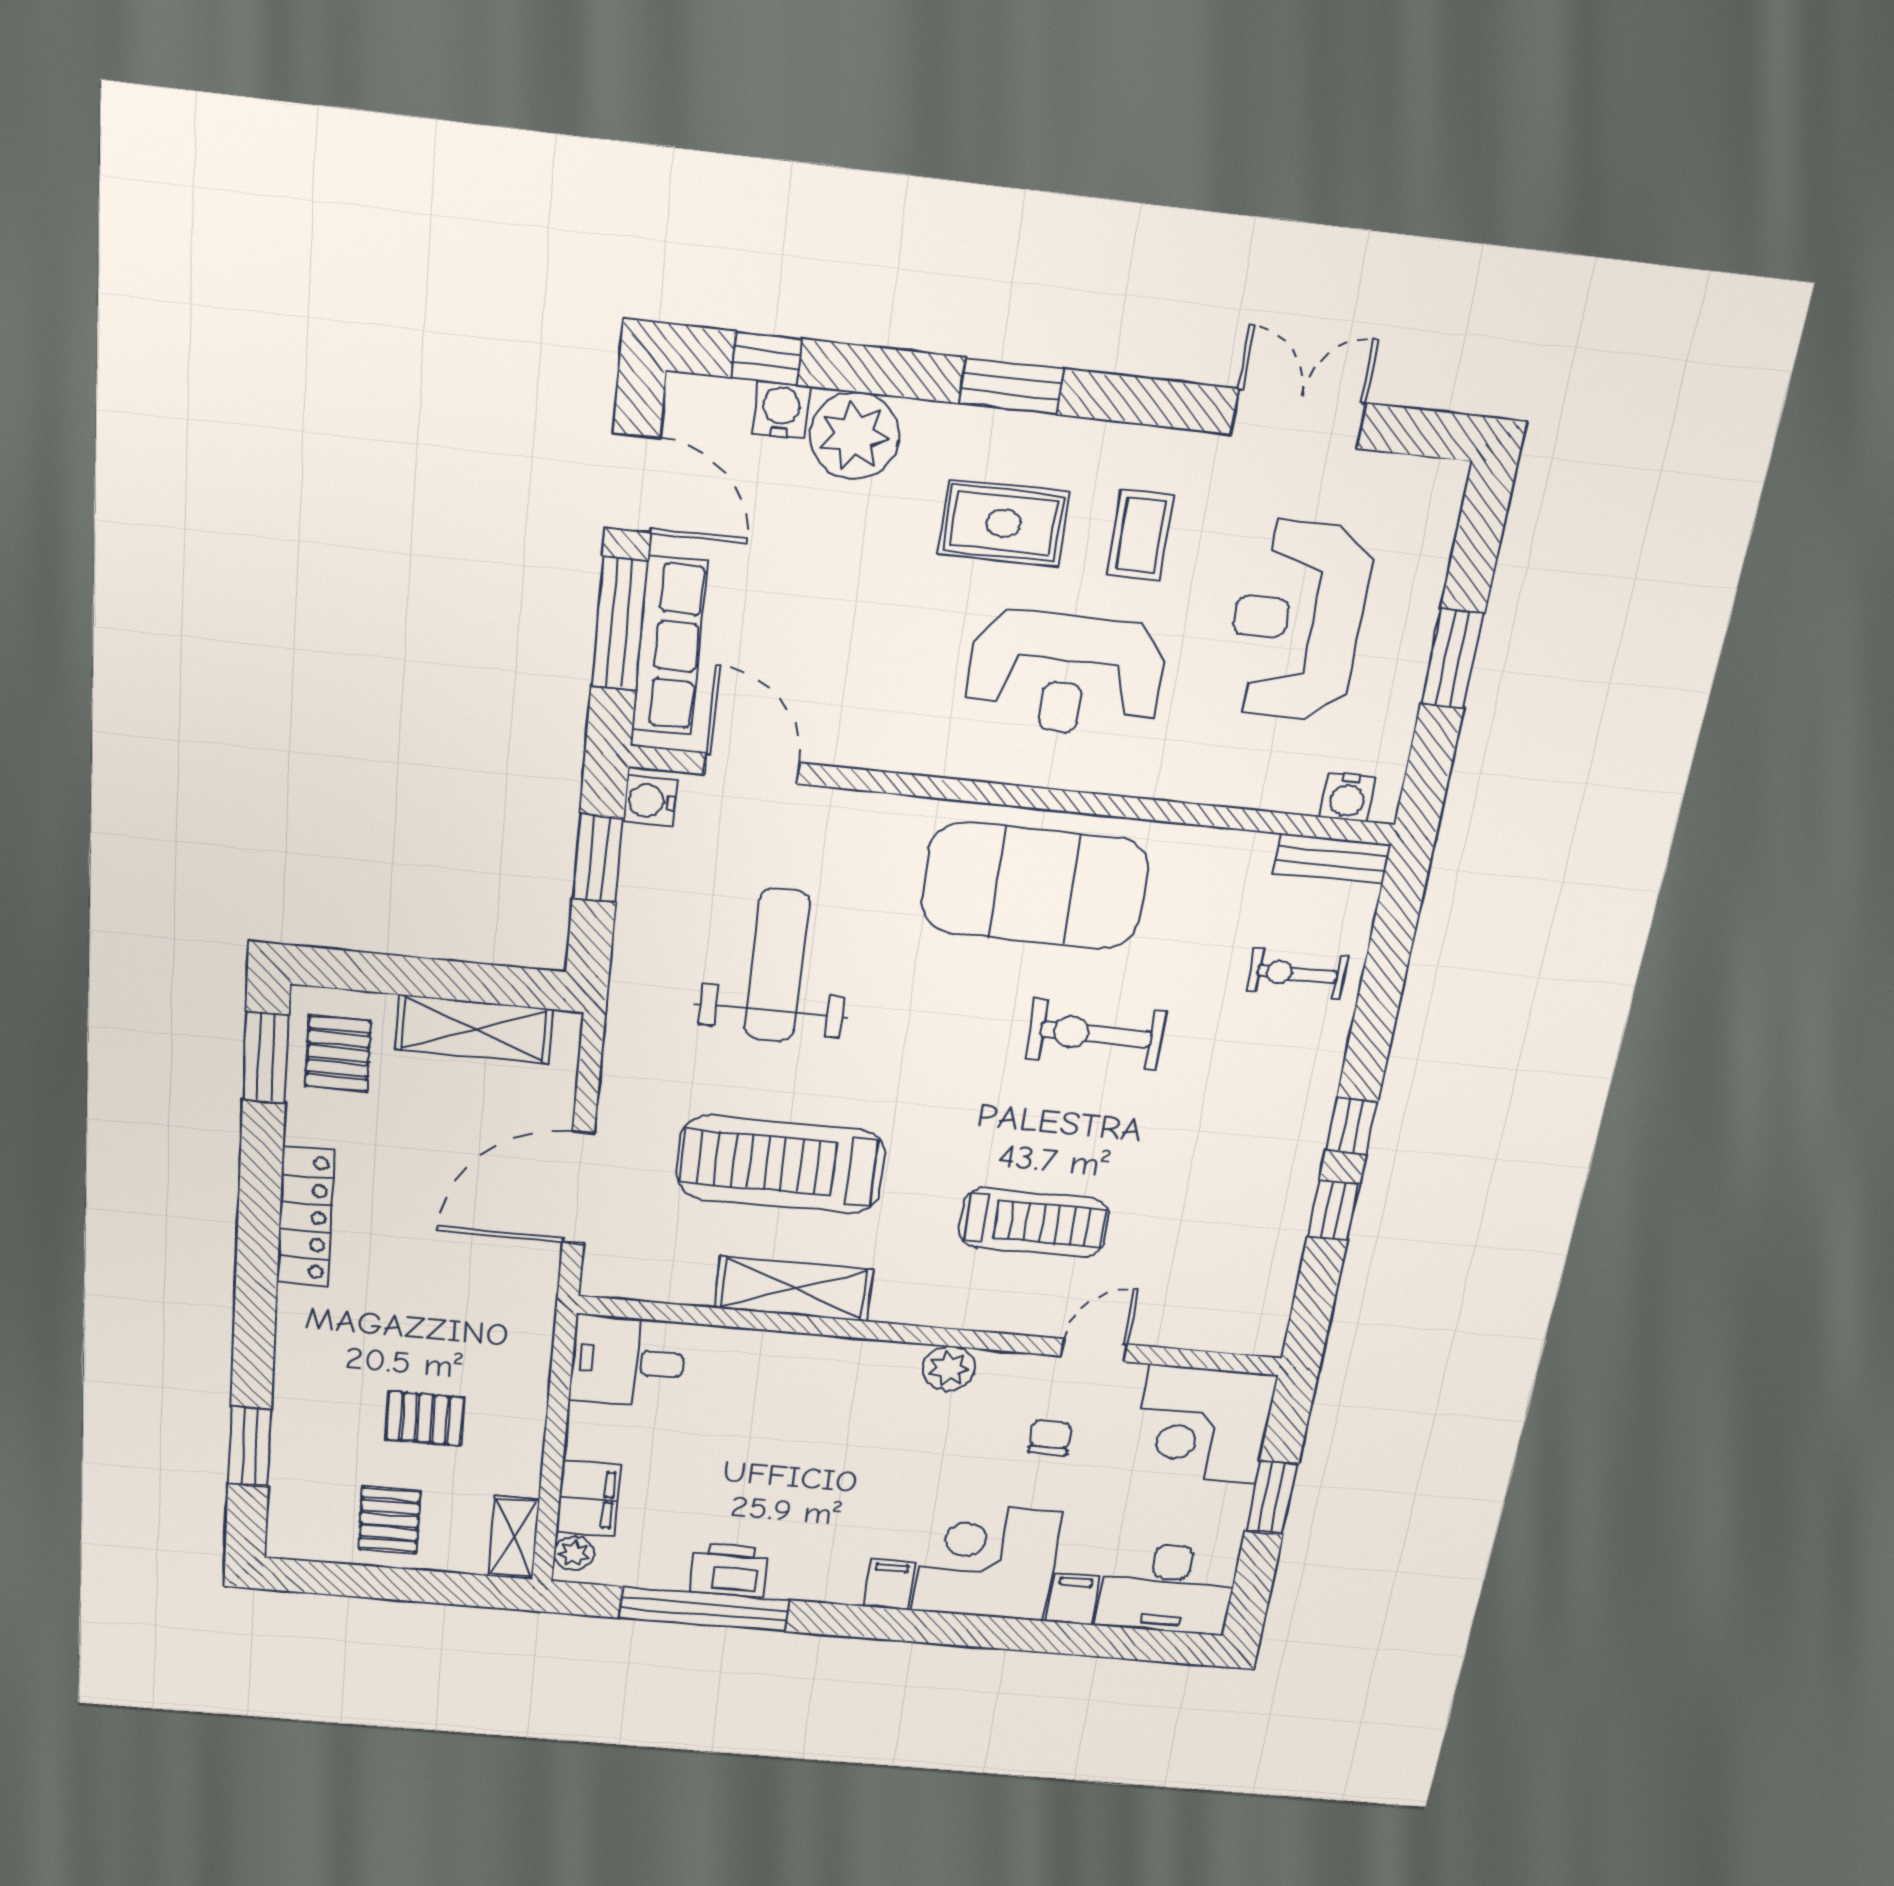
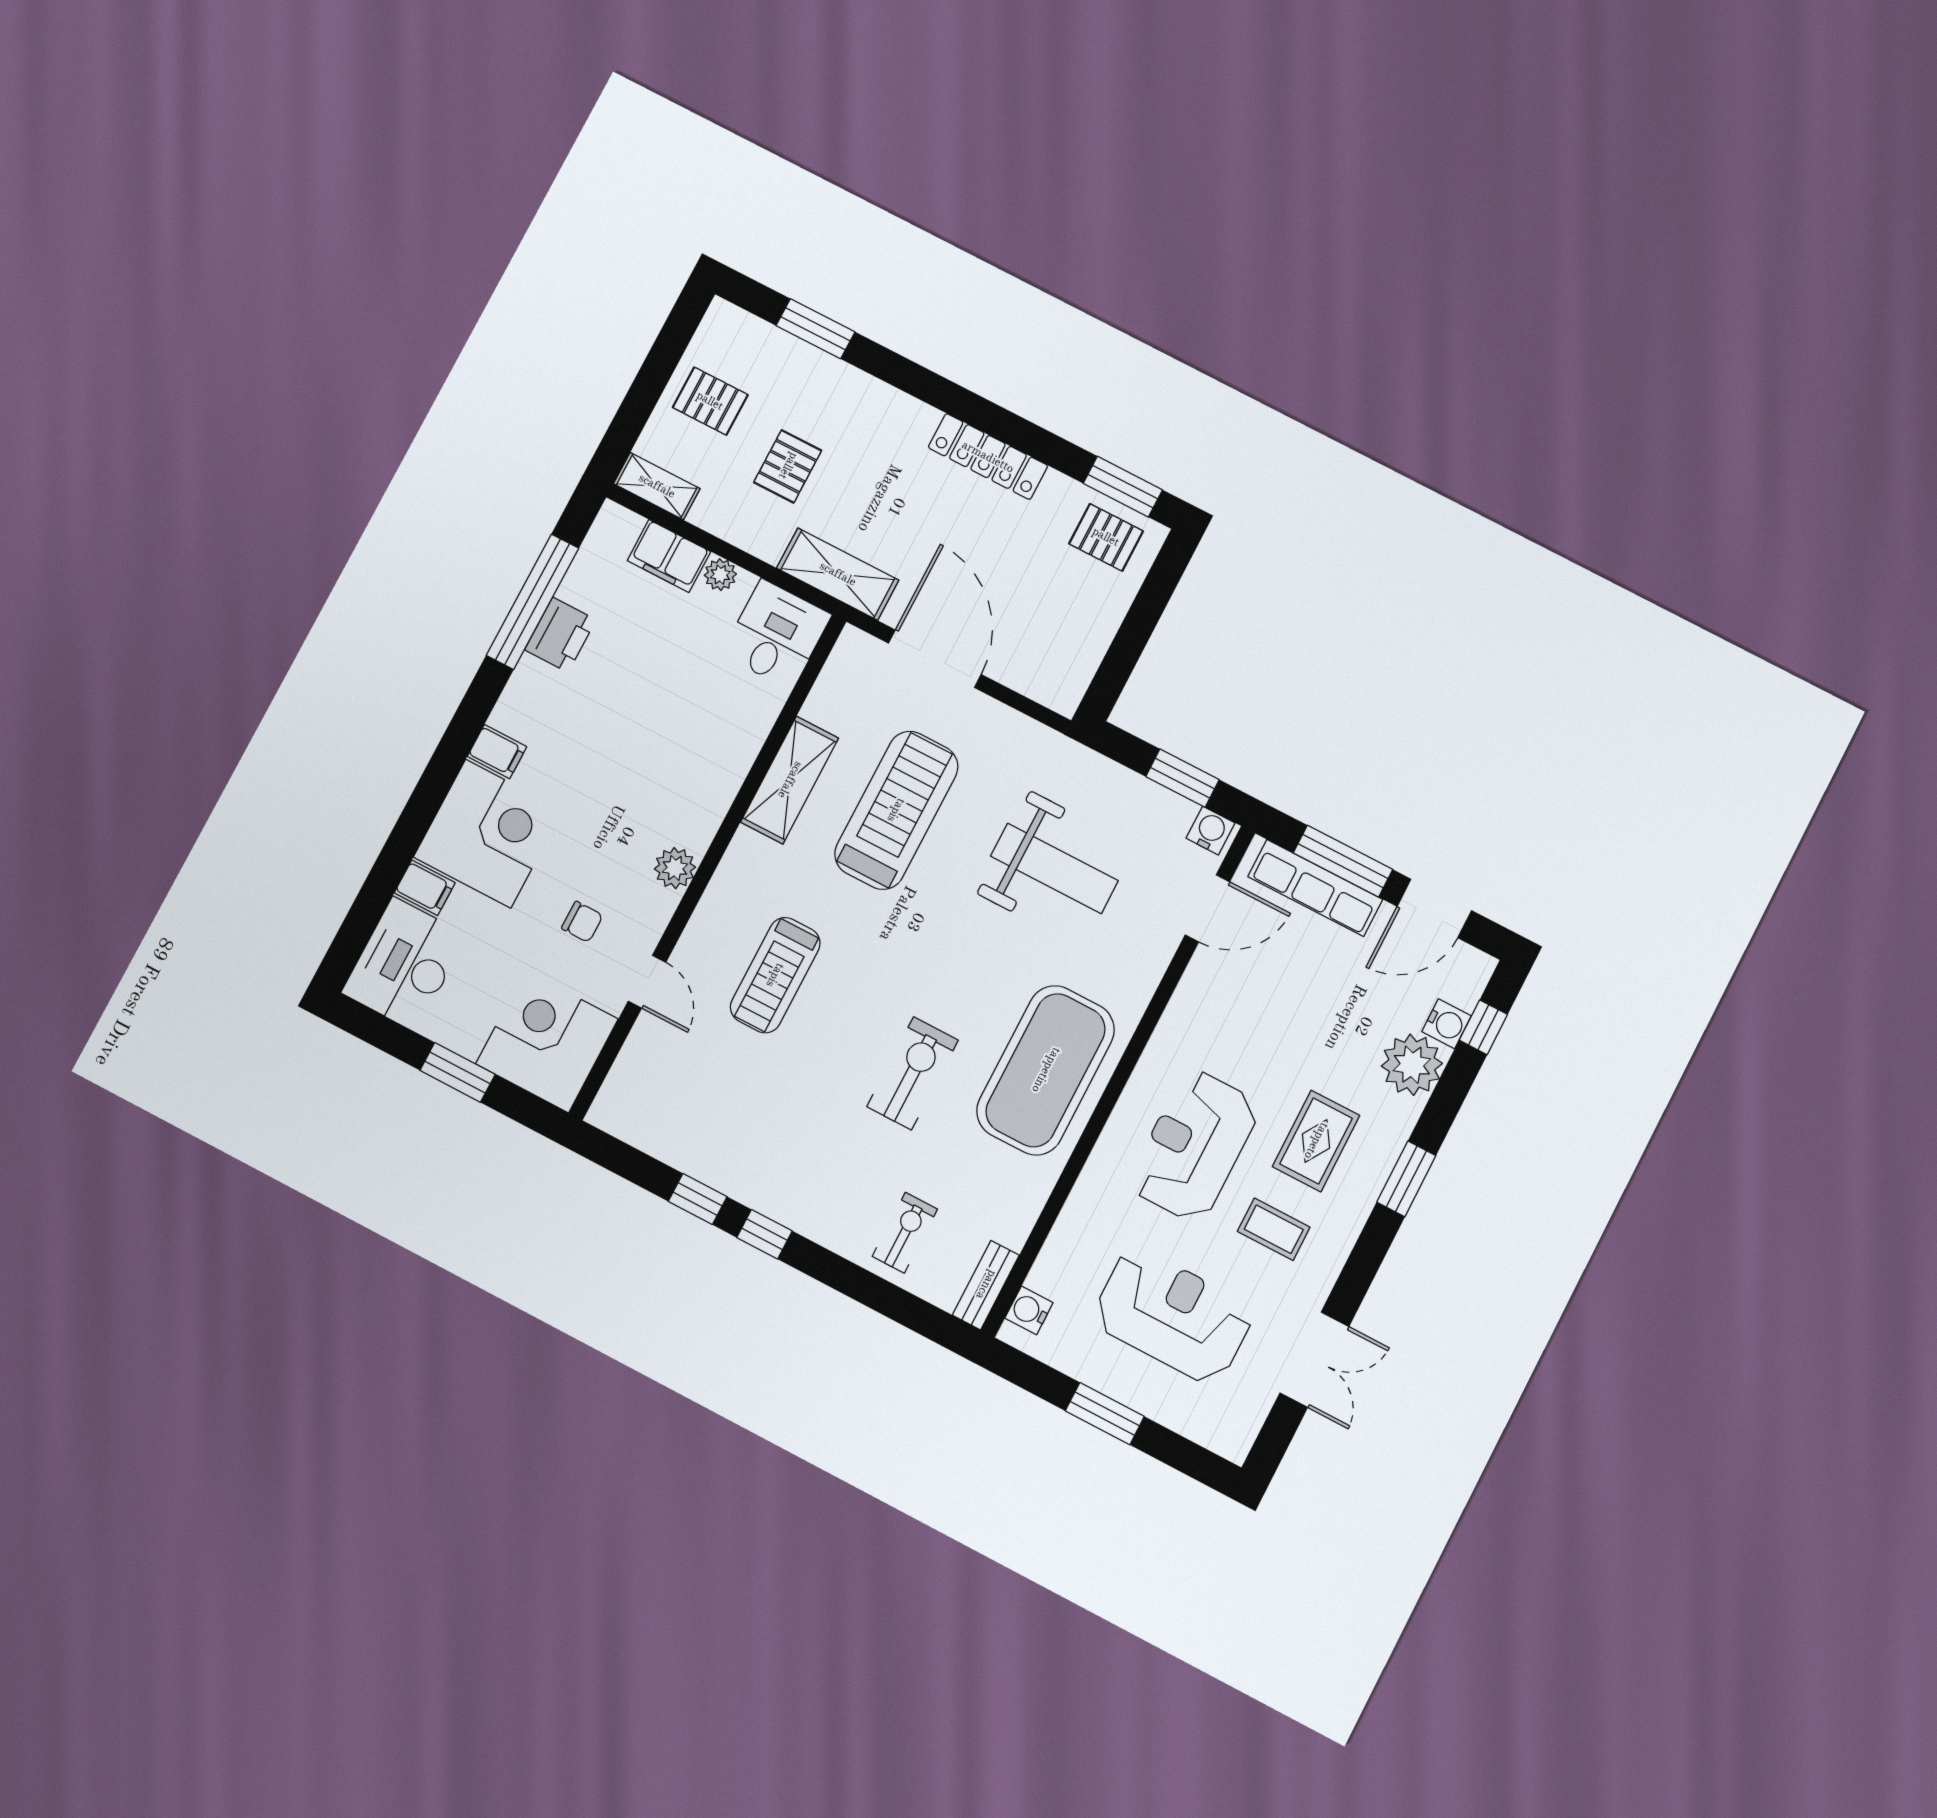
shelving: (474, 1029) -> (838, 574), moved, turned 90
plant: (574, 1553) -> (720, 575), moved

